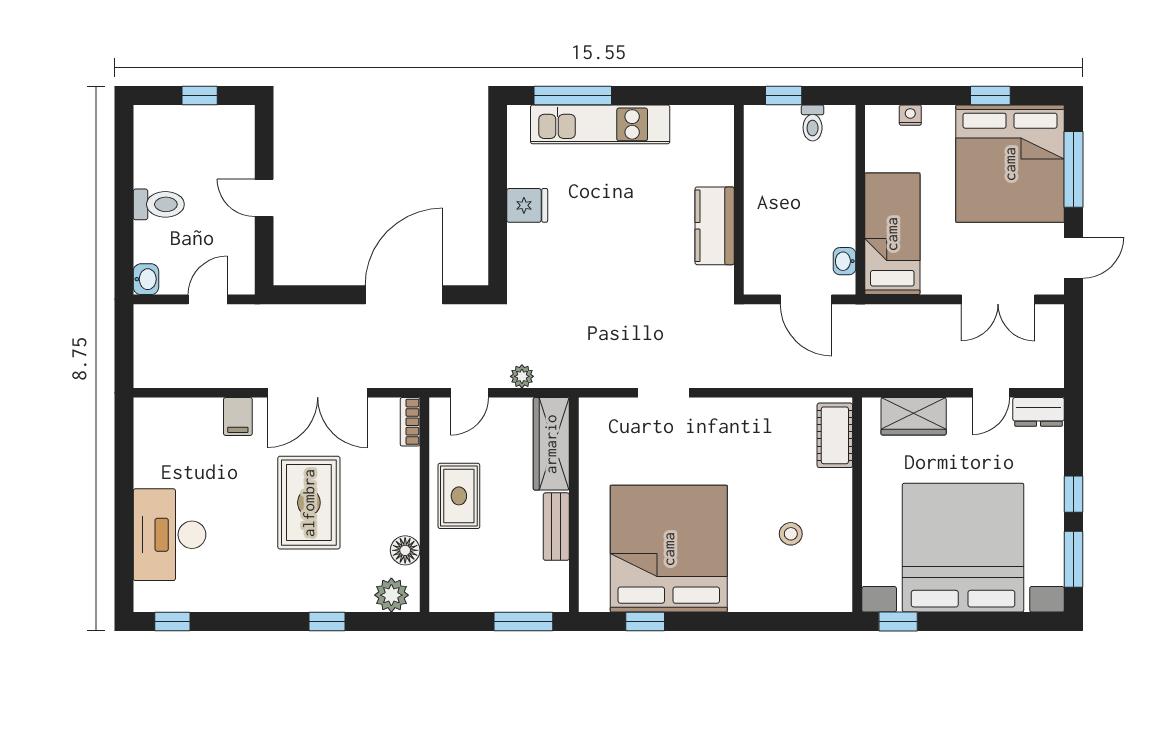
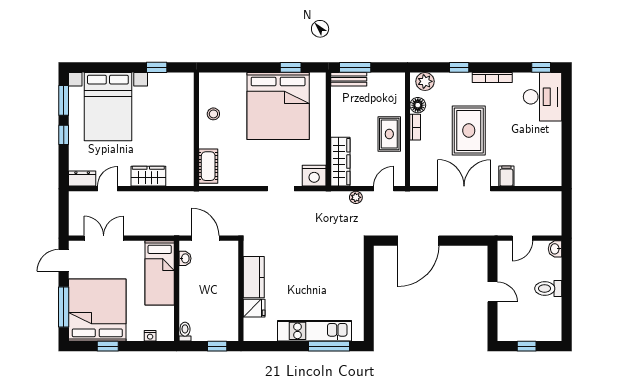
toilet: (813, 123) -> (185, 332), moved
fridge: (527, 205) -> (254, 308), moved, turned 180
nightstand: (601, 417) -> (314, 176), added
bookcase: (410, 422) -> (415, 127), moved
cot: (835, 435) -> (208, 166), moved
wall: (857, 505) -> (196, 129), moved
bench: (556, 527) -> (349, 79), moved, turned 90
desk: (170, 535) -> (543, 97), moved
bed with nightstands: (963, 548) -> (108, 107), width x0.73
bookcase: (265, 603) -> (492, 78), added

